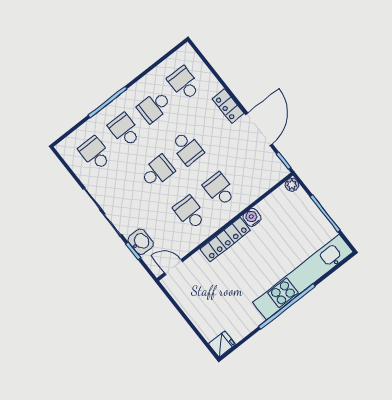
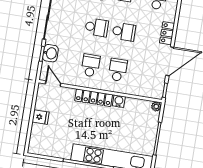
school desk: (187, 148) -> (124, 32), turned -90
fridge: (222, 344) -> (41, 117), moved

